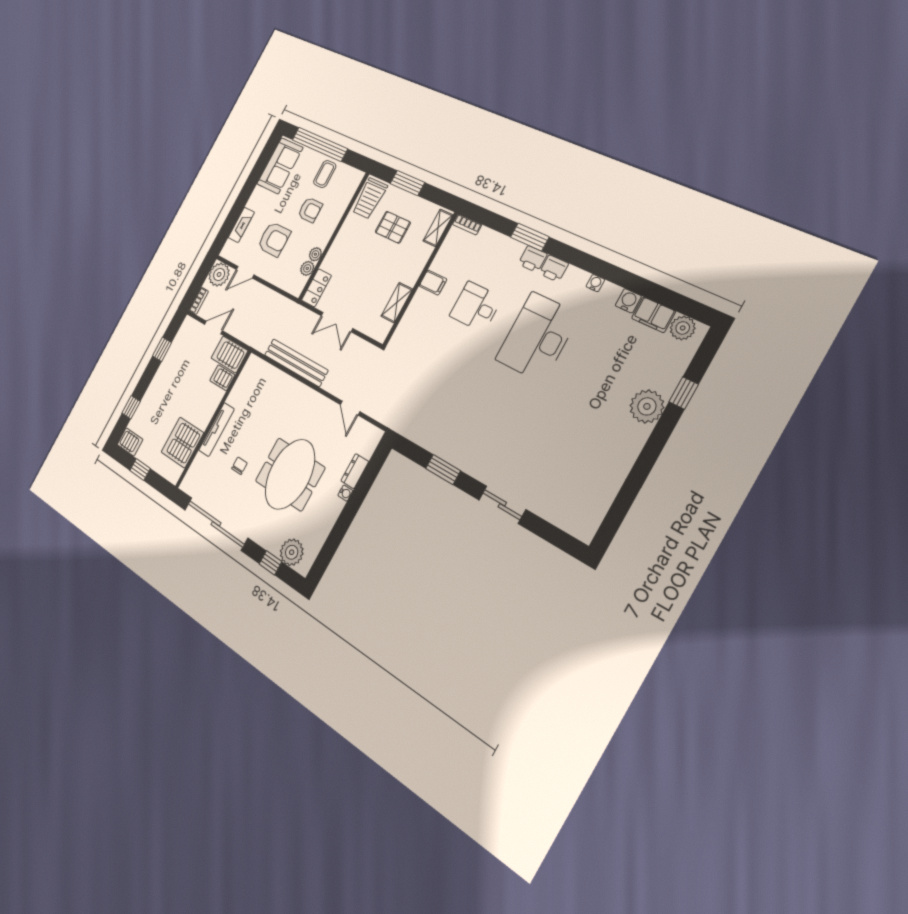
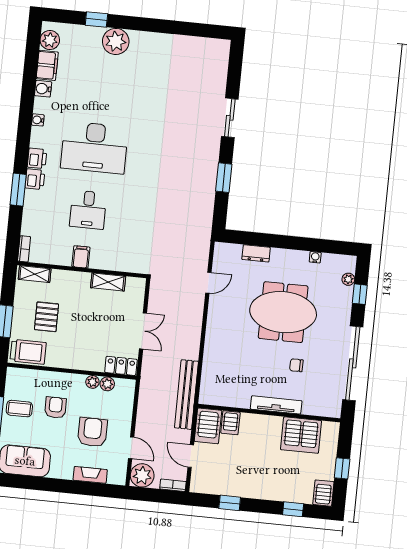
bench: (296, 363) -> (186, 395), moved
water cooler: (345, 493) -> (315, 257), moved
plant: (292, 552) -> (348, 279), width x0.53, depth x0.53

